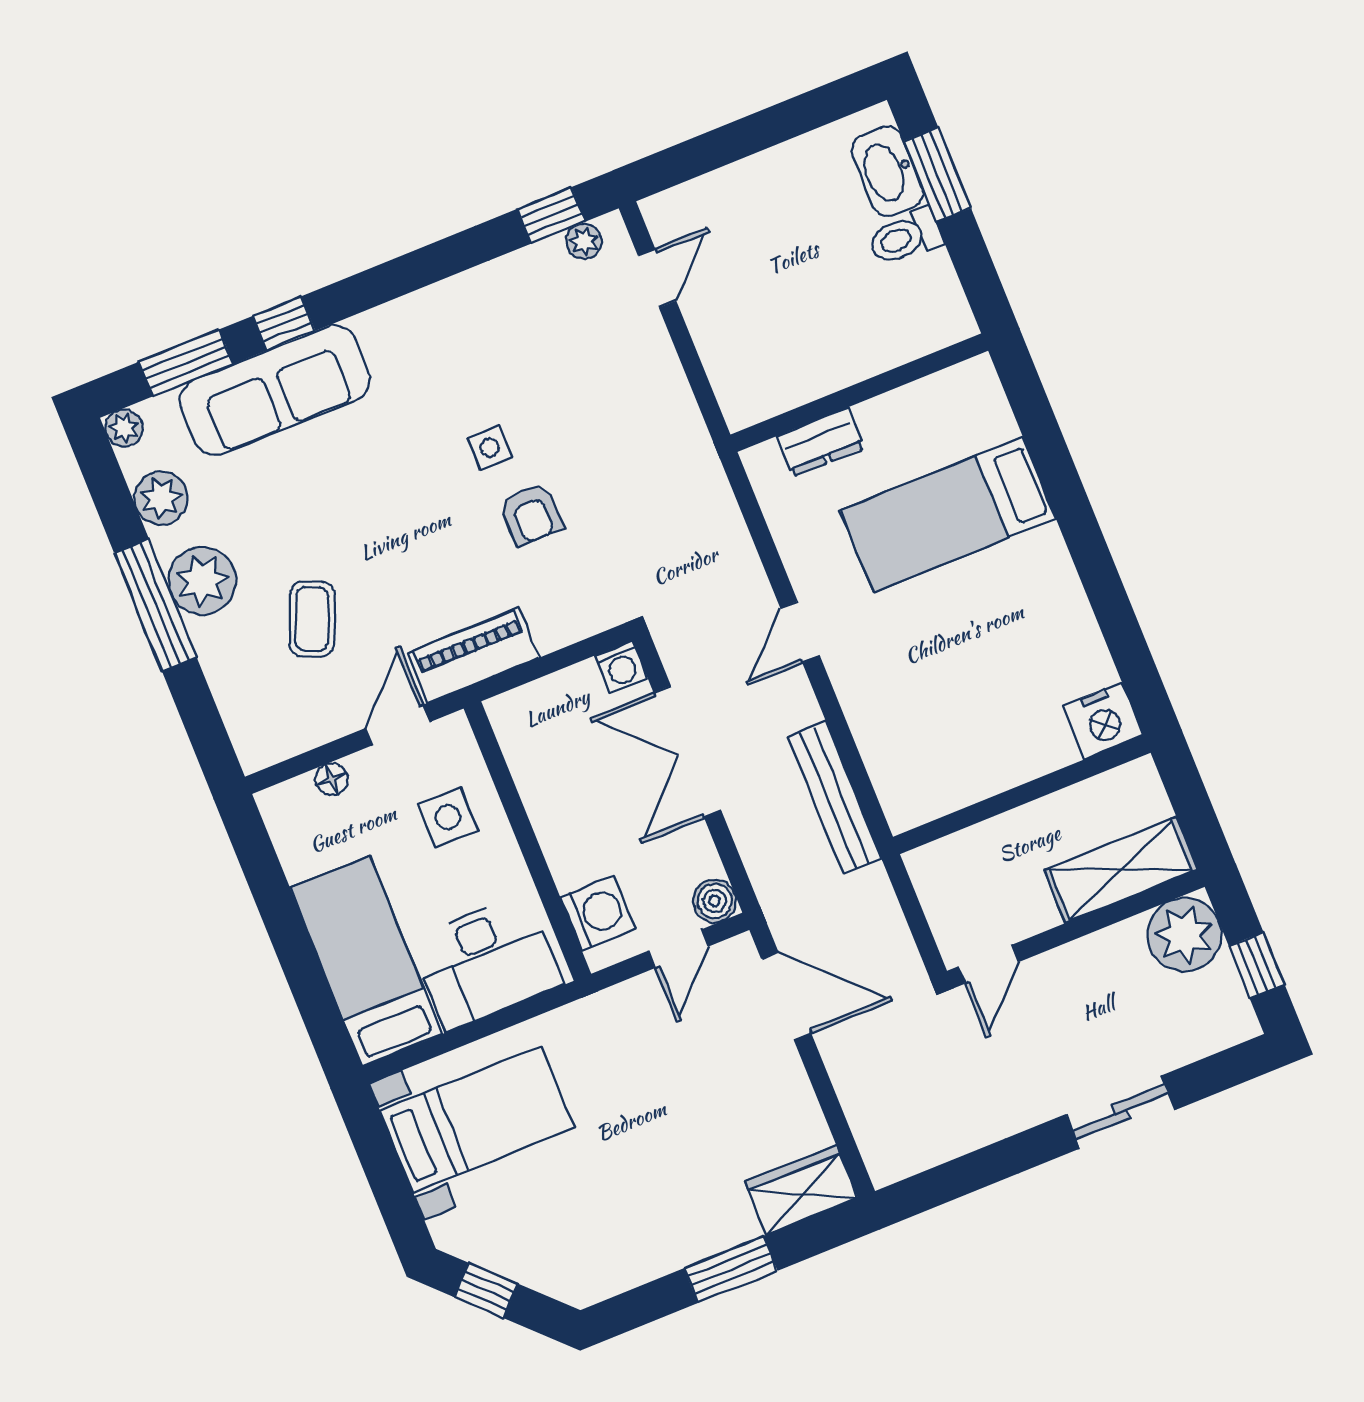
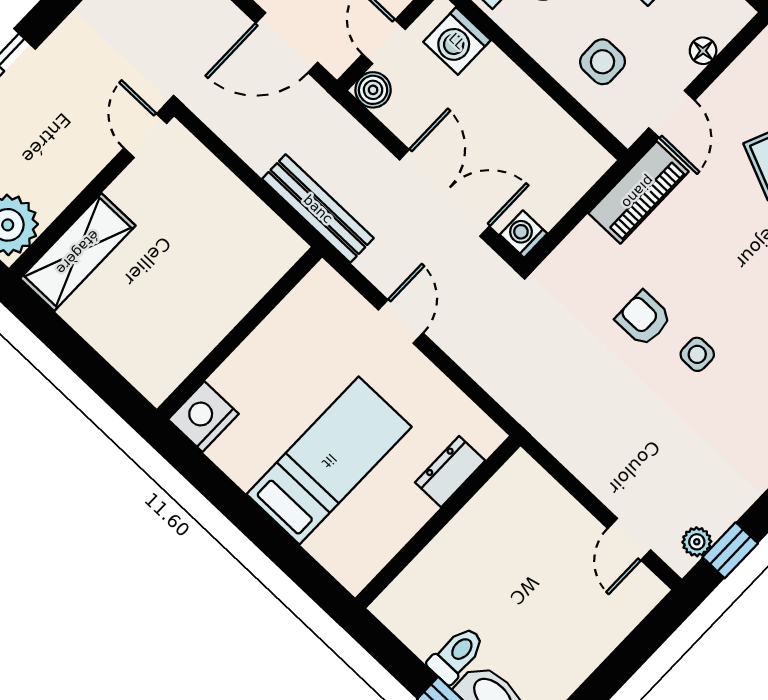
nightstand: (1103, 721) -> (203, 417), moved
wall: (1022, 795) -> (239, 333), moved

